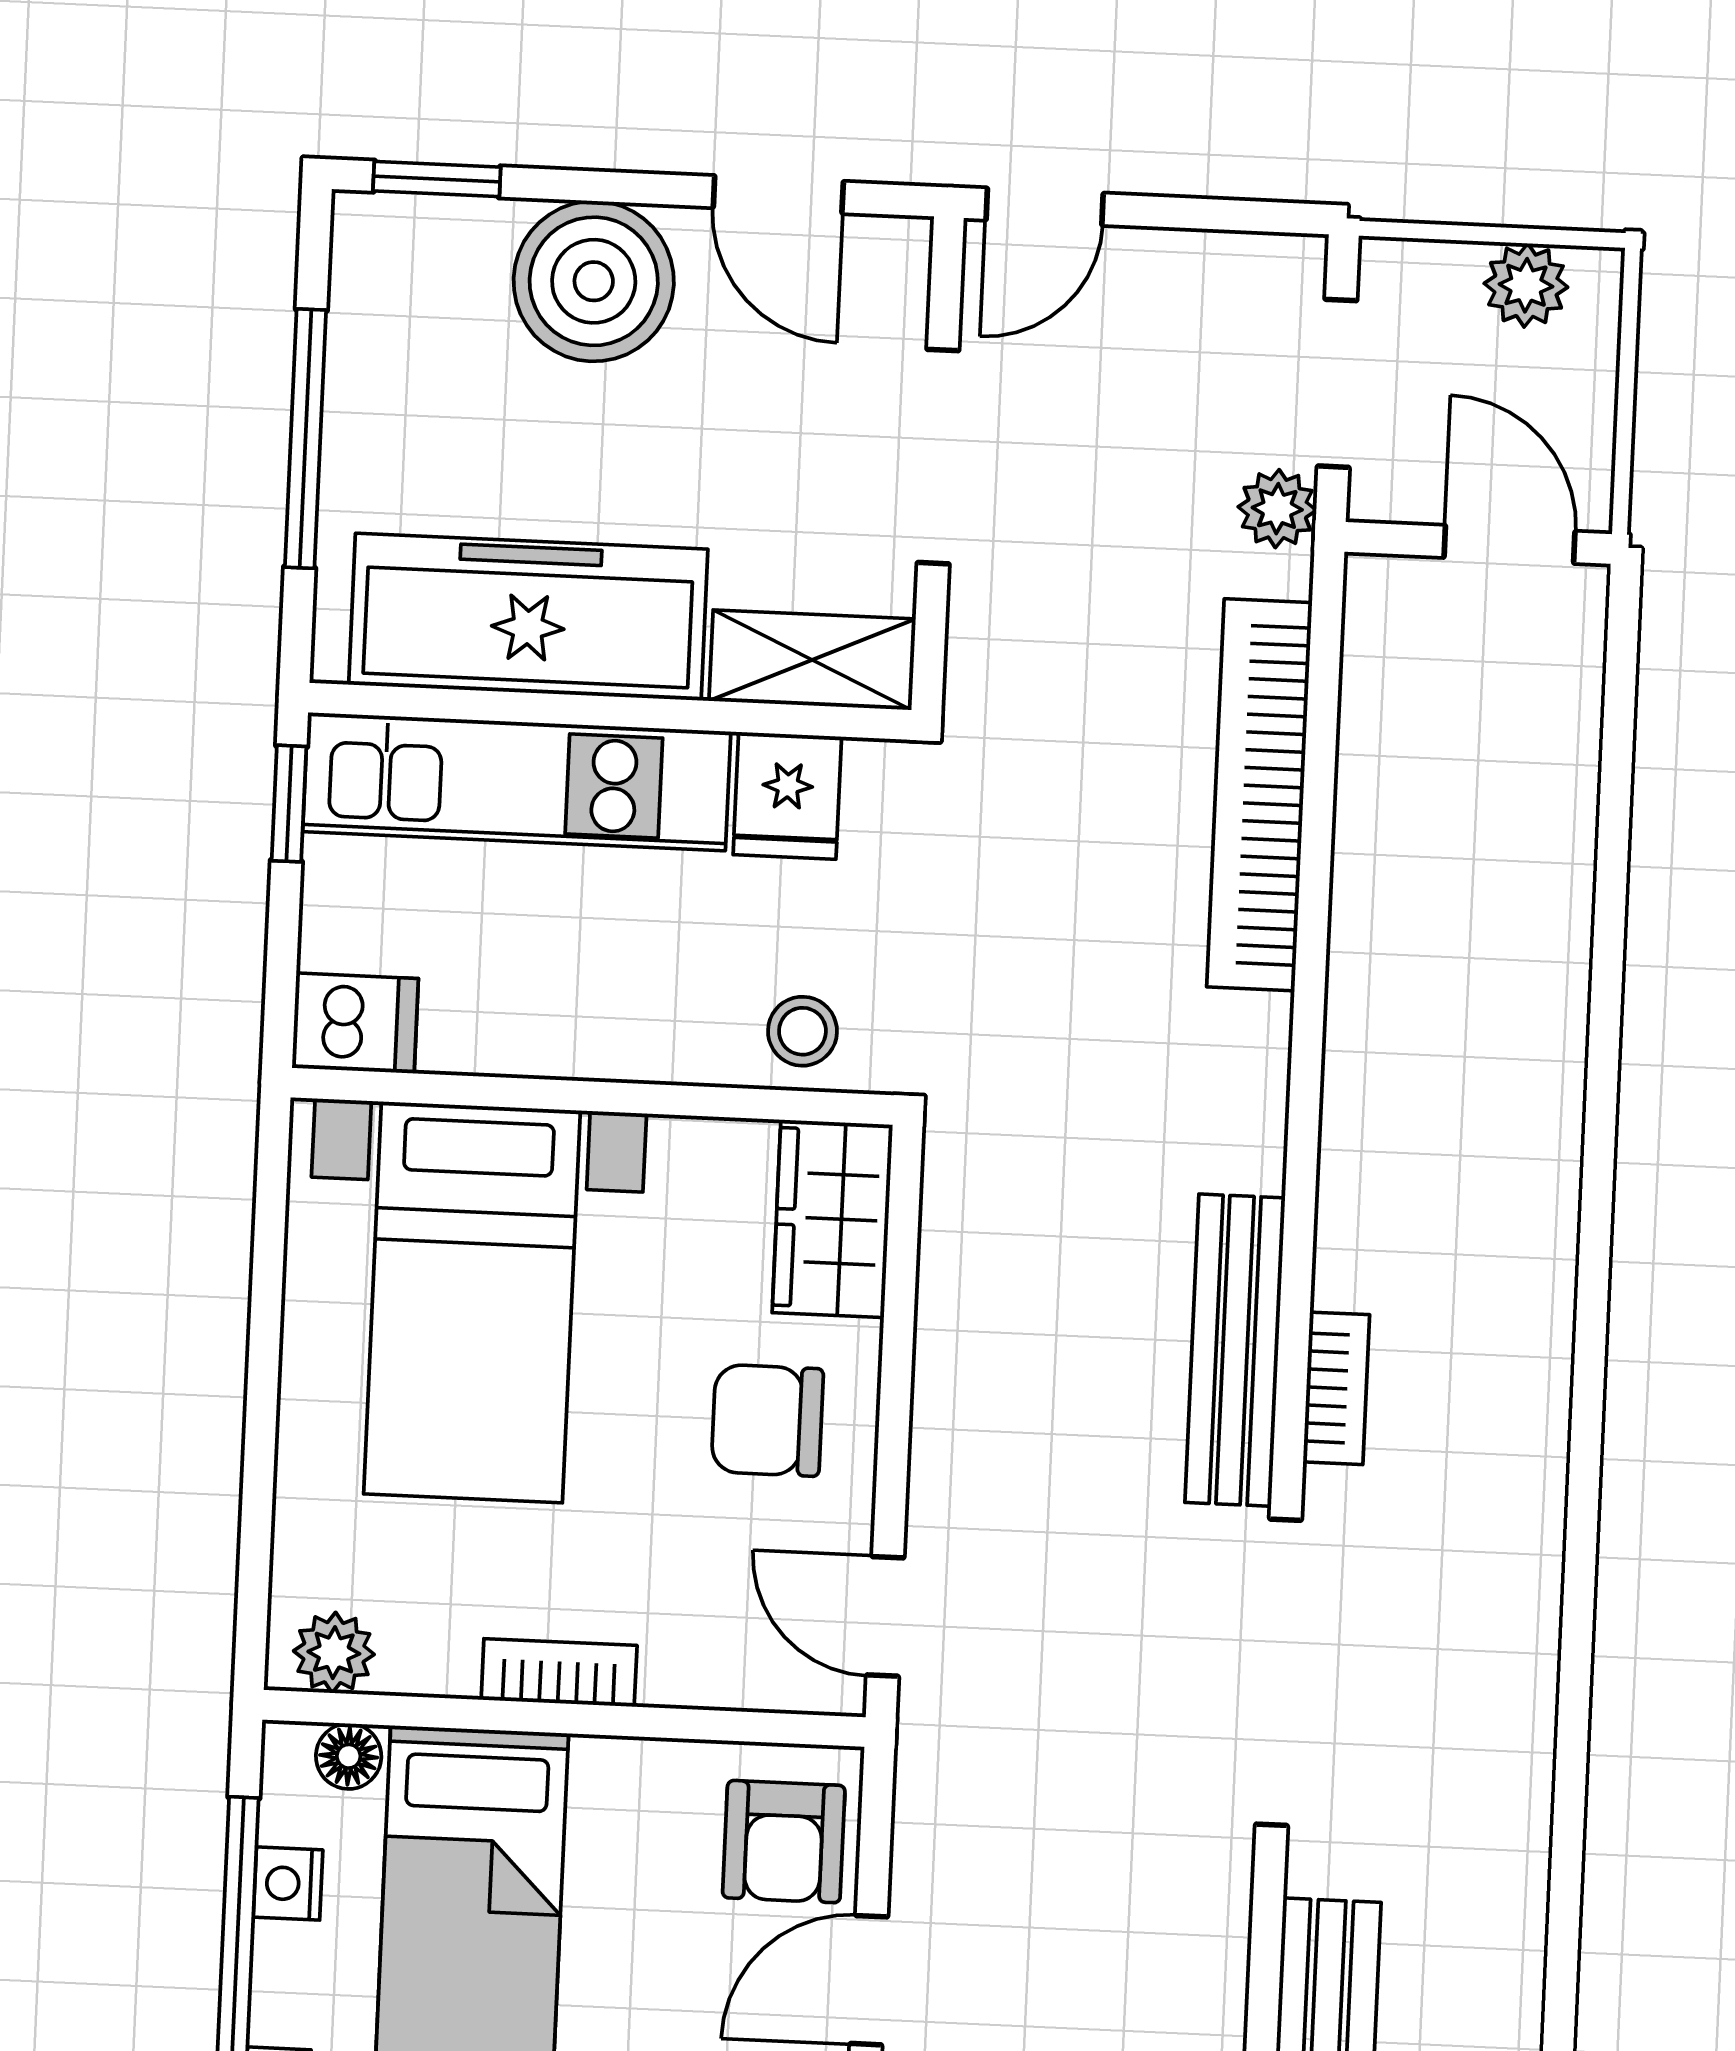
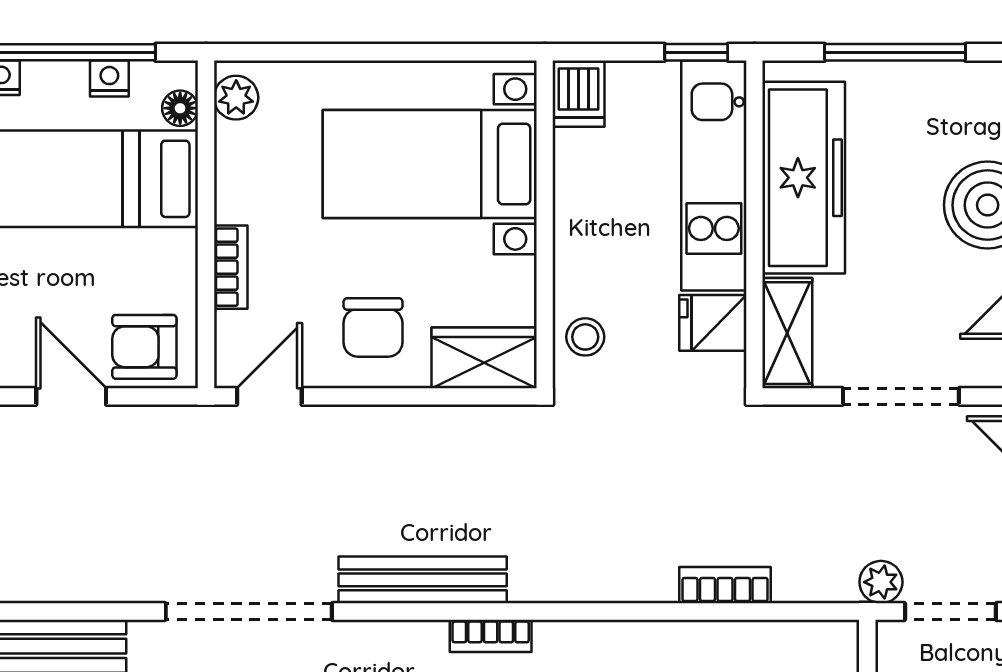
bookcase: (1259, 795) -> (725, 585), width x0.43, depth x0.76
bookcase: (1336, 1388) -> (491, 636), moved
chair: (767, 1420) -> (373, 327), turned 180
bookcase: (559, 1673) -> (231, 267), moved

